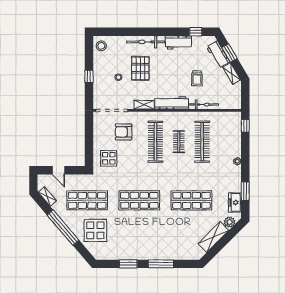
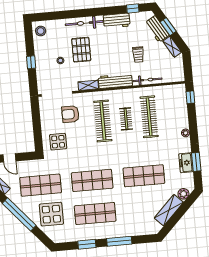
freezer: (235, 202) -> (186, 163), moved
shop shelf: (139, 234) -> (95, 213), added

